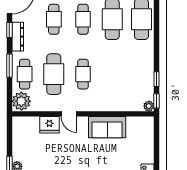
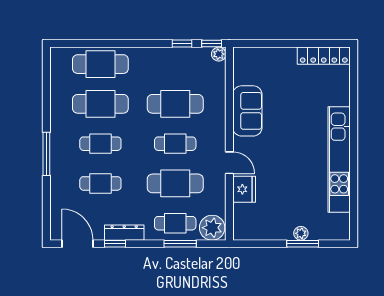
window: (9, 66) -> (180, 244), moved
cafe table: (112, 74) -> (175, 104), added
door: (69, 114) -> (229, 163), hinge flipped

